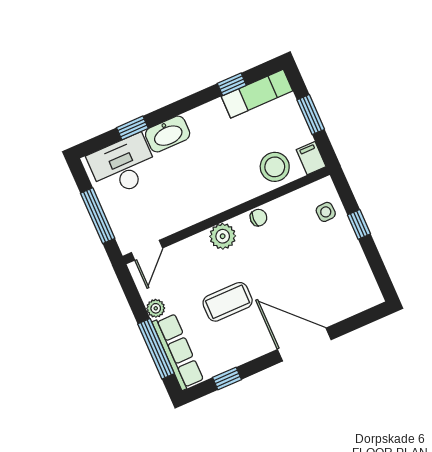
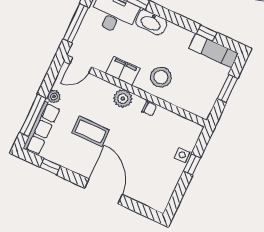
filing cabinet: (311, 158) -> (123, 71), moved, width x2.00
stool: (275, 167) -> (161, 77), moved
side table: (326, 212) -> (182, 155), moved

